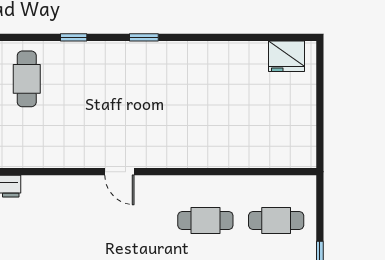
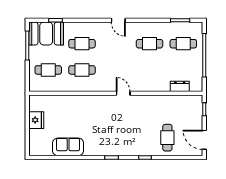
fridge: (287, 56) -> (36, 120), moved, turned 90
sofa: (235, 60) -> (68, 147), added

